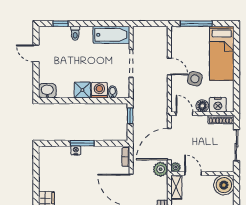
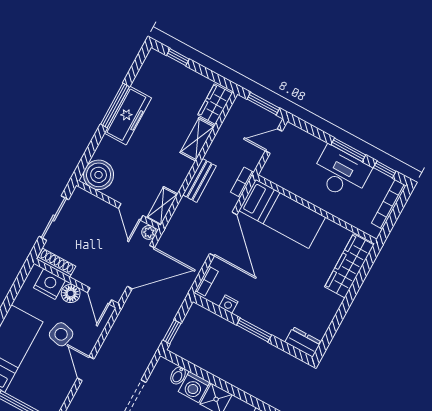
nightstand: (76, 150) -> (229, 304), moved
dresser: (49, 152) -> (303, 342), added
plant: (161, 169) -> (170, 240), removed

